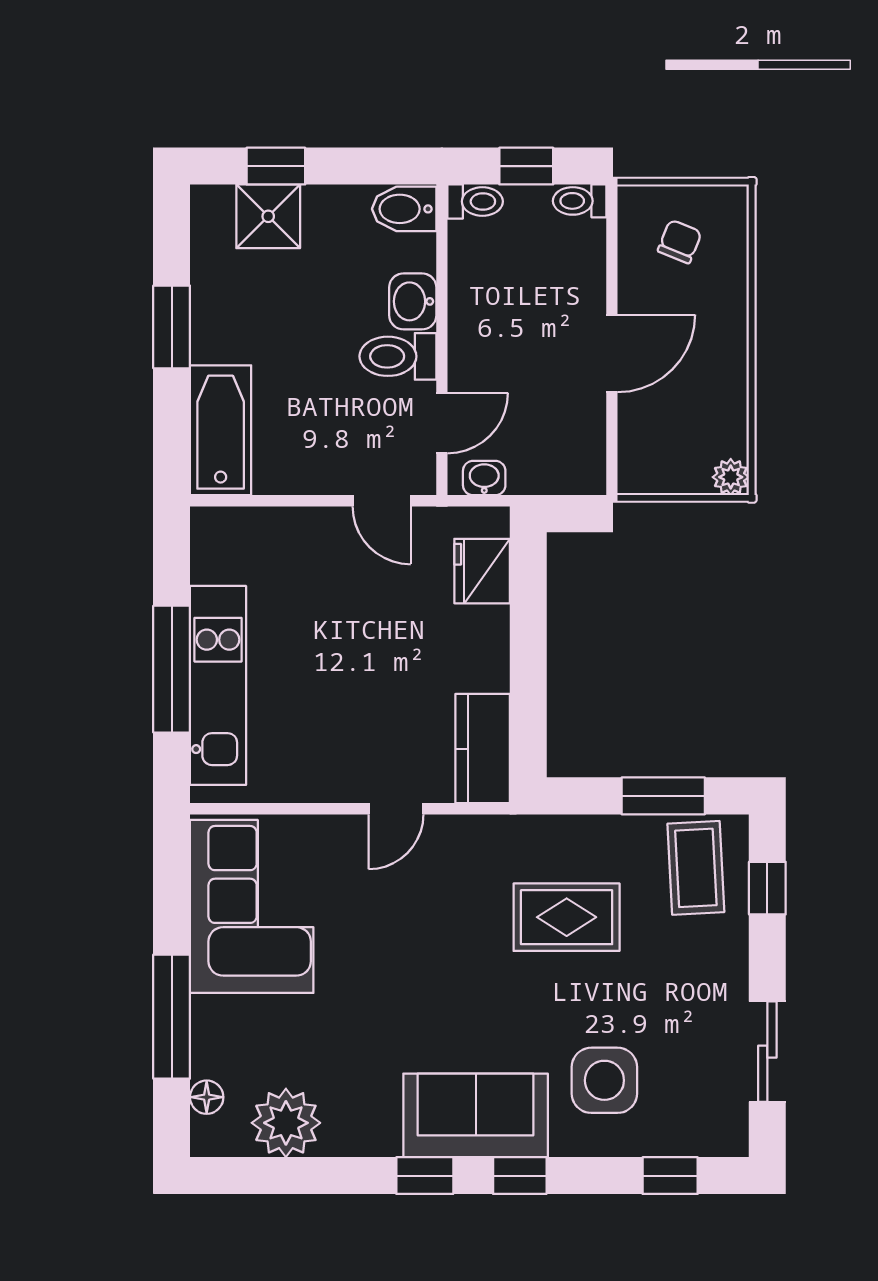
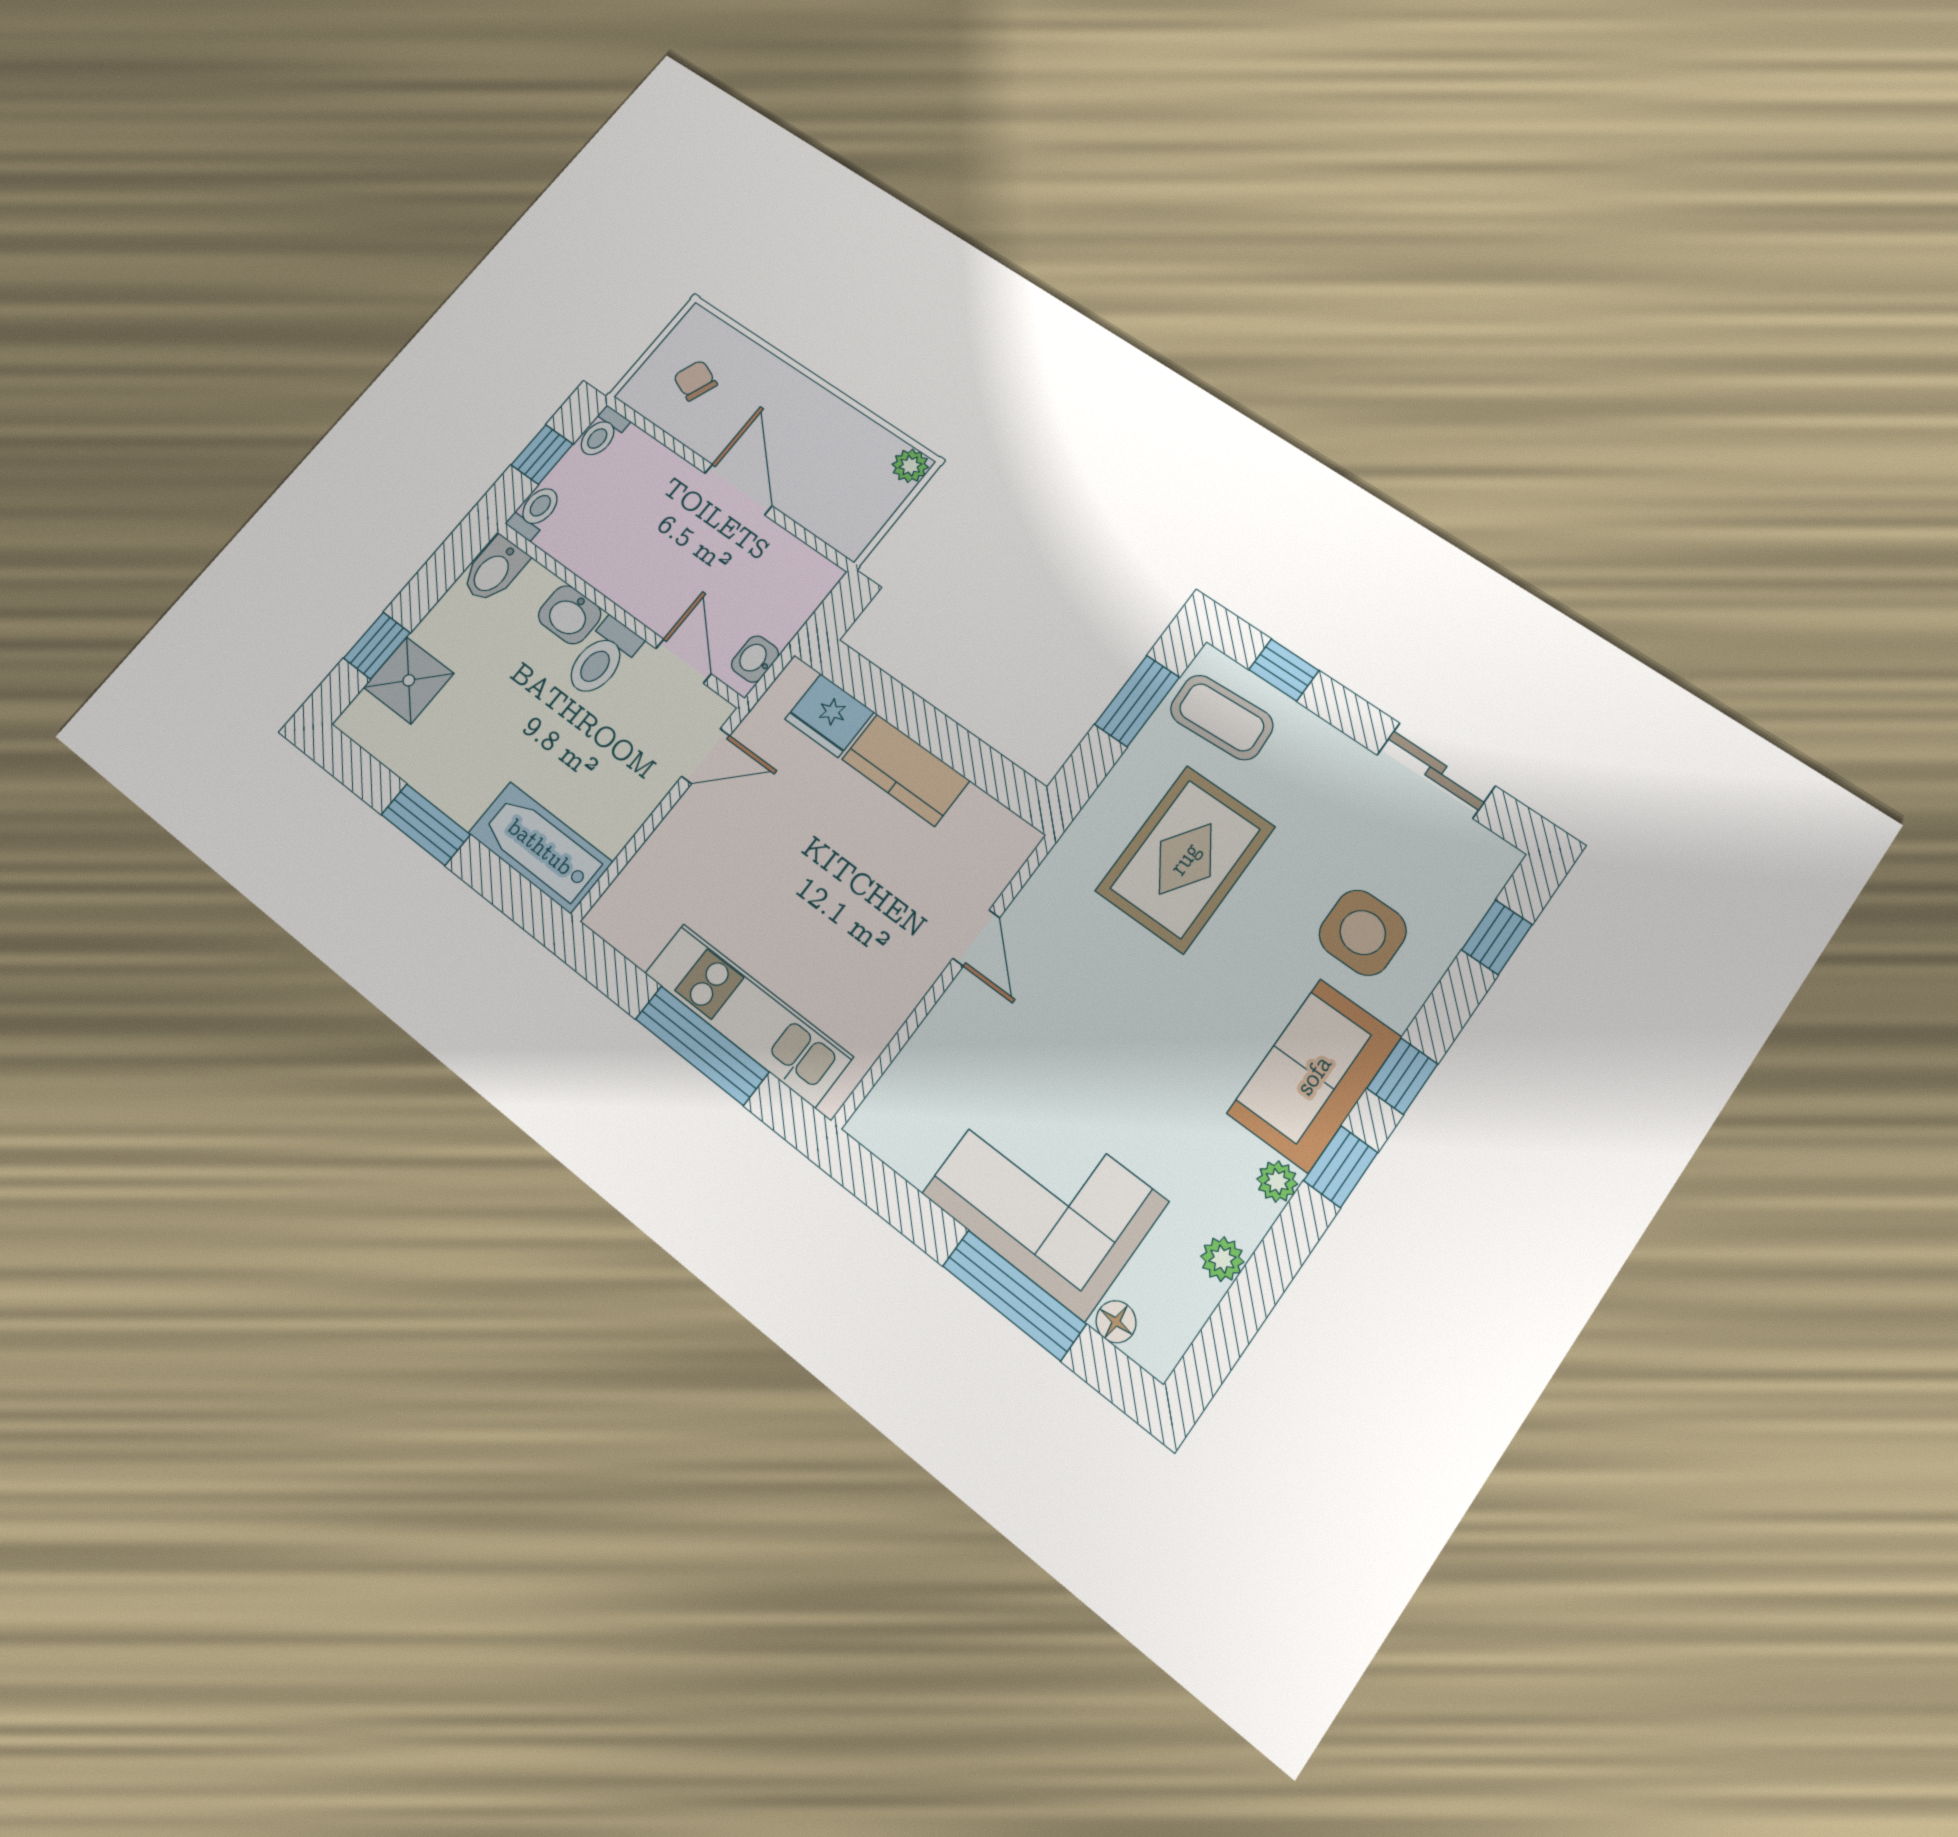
kitchen counter: (483, 749) -> (906, 770), moved
corner sofa: (252, 906) -> (1045, 1197), moved
rug: (567, 917) -> (1185, 859), width x1.36, depth x1.43
plant: (286, 1123) -> (1222, 1259), width x0.53, depth x0.53
plant: (382, 1140) -> (1277, 1181), added

